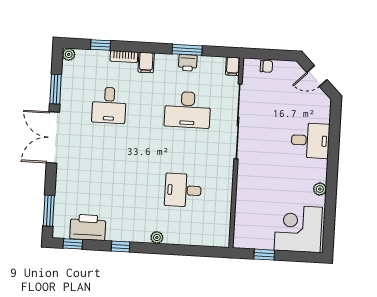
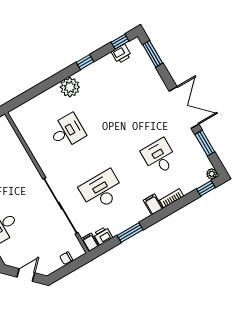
window: (100, 45) -> (206, 188), moved
printer: (188, 63) -> (103, 236), moved
printer: (88, 227) -> (121, 54), width x0.53, depth x0.68
plant: (157, 237) -> (70, 87), width x1.88, depth x1.88

